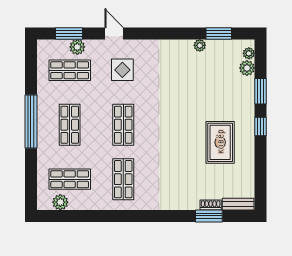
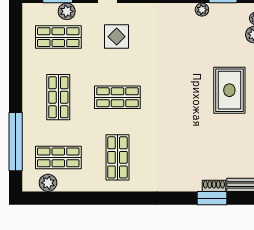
window: (31, 121) -> (16, 142), moved
shop shelf: (123, 125) -> (117, 97), turned 90
rug: (220, 142) -> (229, 90), moved

